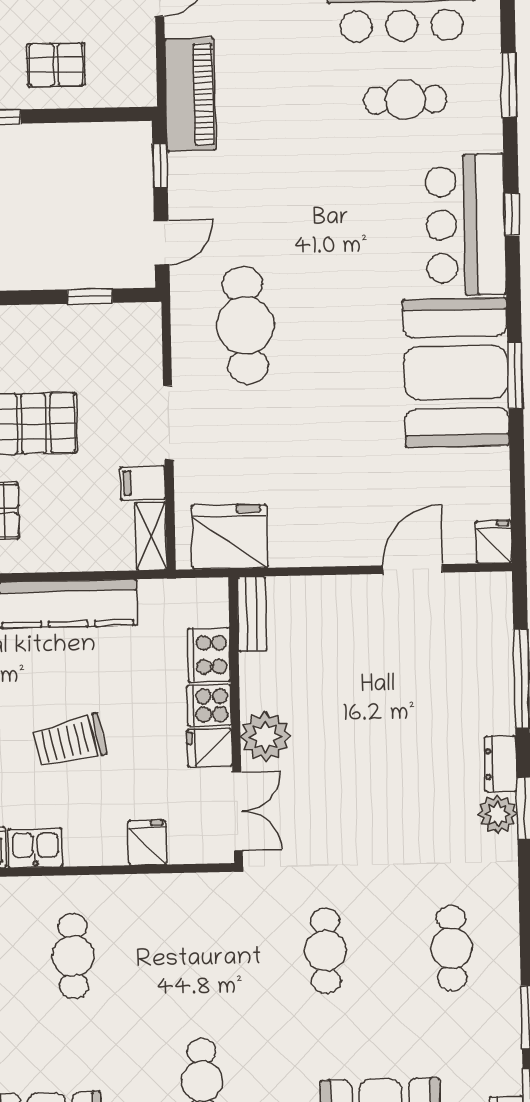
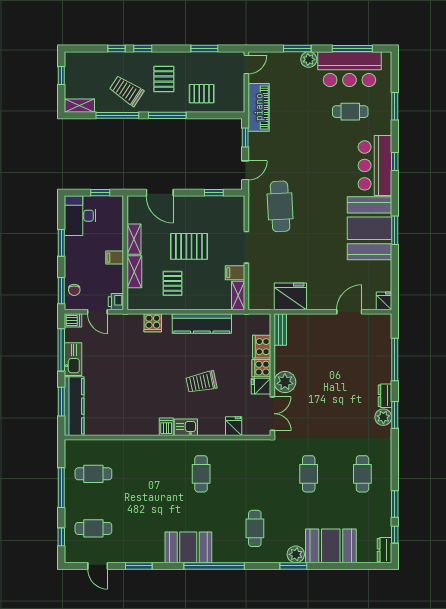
fridge: (229, 537) -> (290, 296), moved

